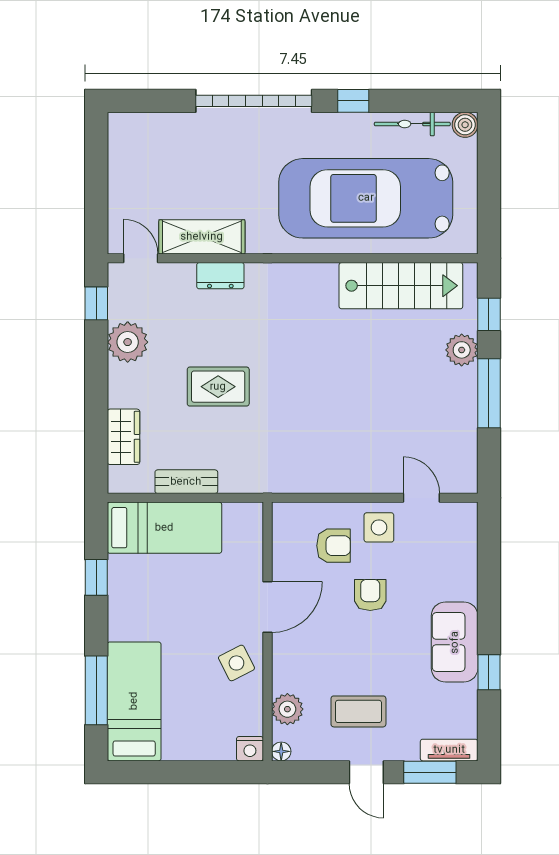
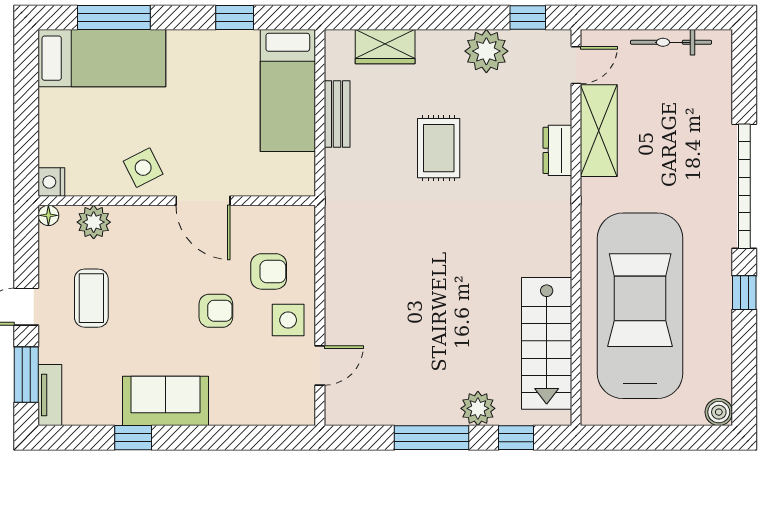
bicycle: (412, 124) -> (671, 42), moved, turned -90
armchair: (334, 546) -> (269, 271), turned -90

